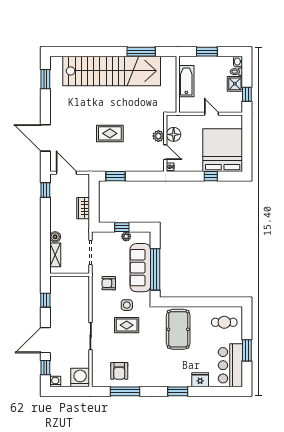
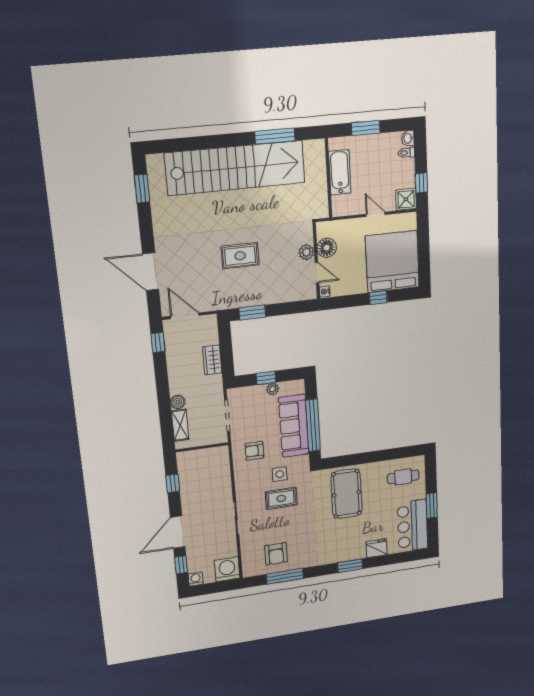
shower: (235, 84) -> (406, 199), moved

